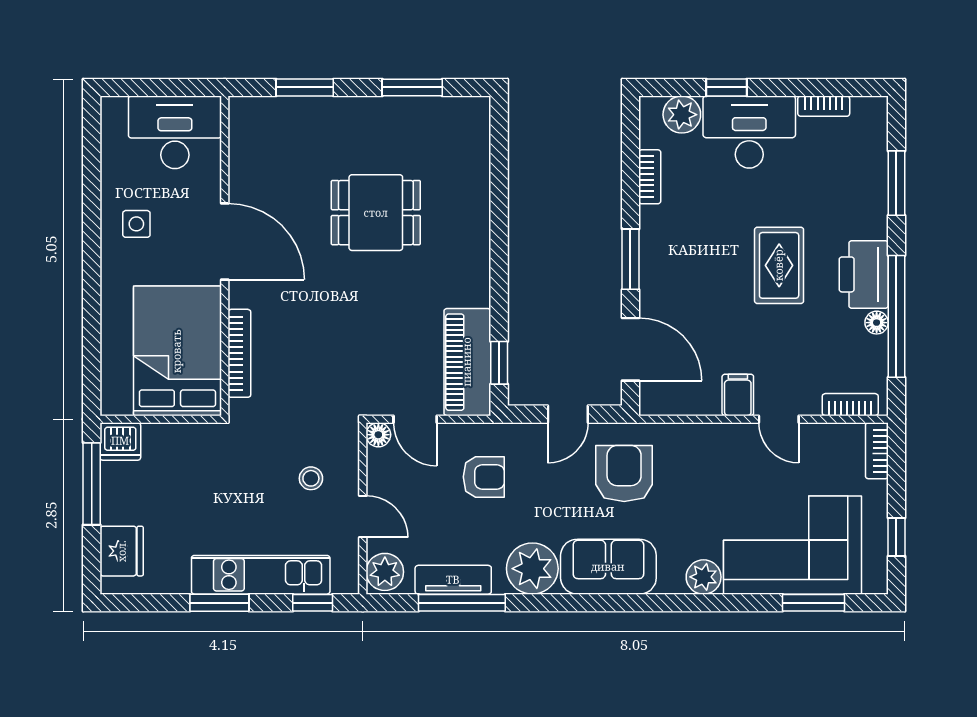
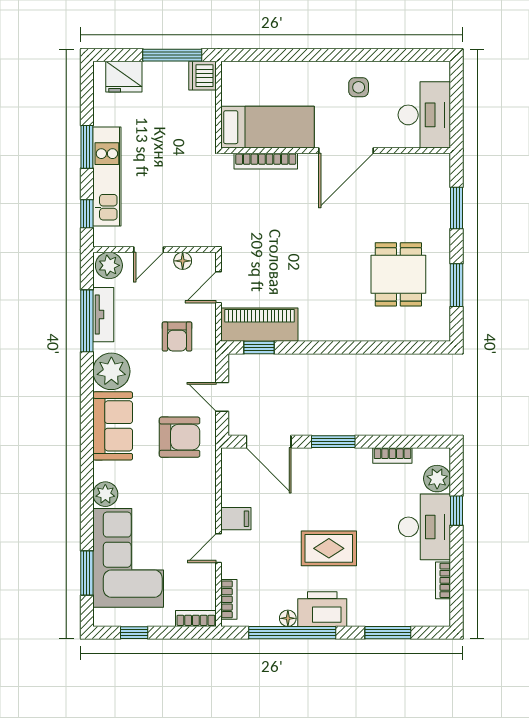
dining table: (376, 213) -> (398, 274), moved
door: (630, 349) -> (269, 442), hinge flipped
bed: (177, 351) -> (268, 127), width x0.67
floor lamp: (378, 435) -> (183, 261), moved
stool: (311, 478) -> (176, 212), removed

